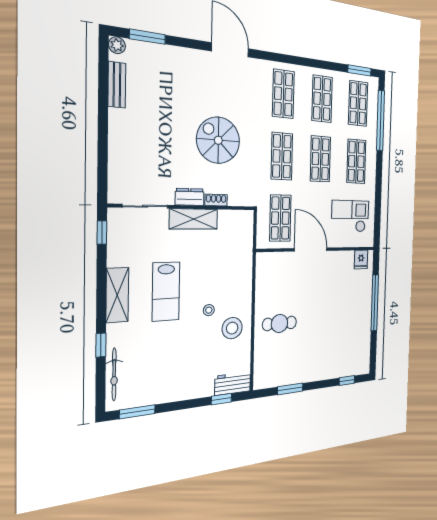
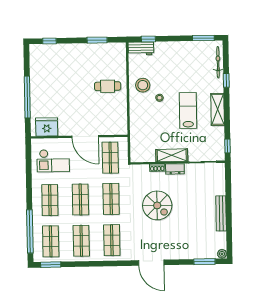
bench: (117, 85) -> (221, 213), moved, width x1.36
fridge: (361, 259) -> (47, 127), width x1.88, depth x1.34

